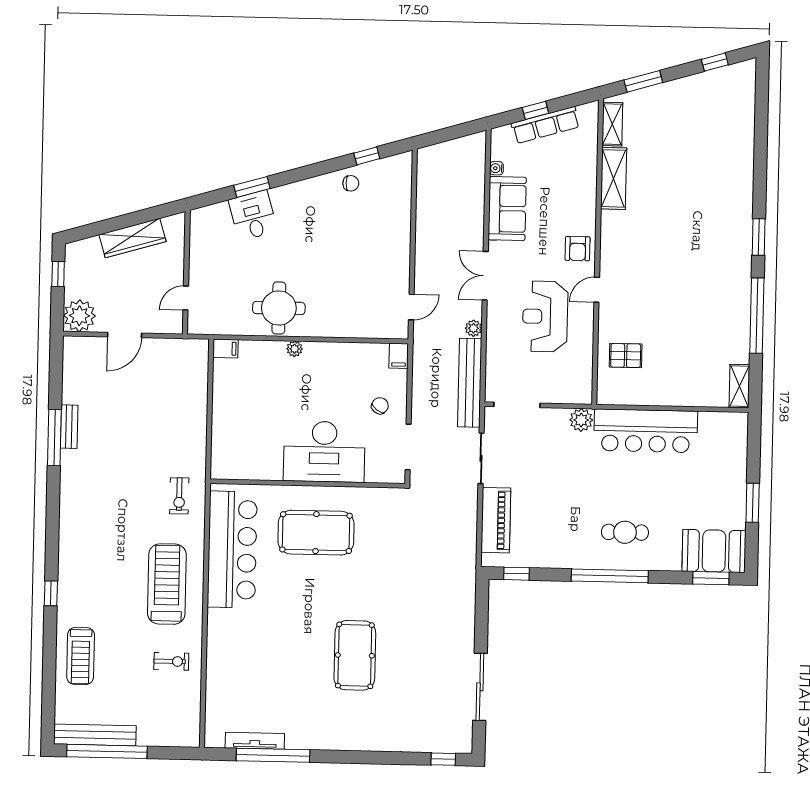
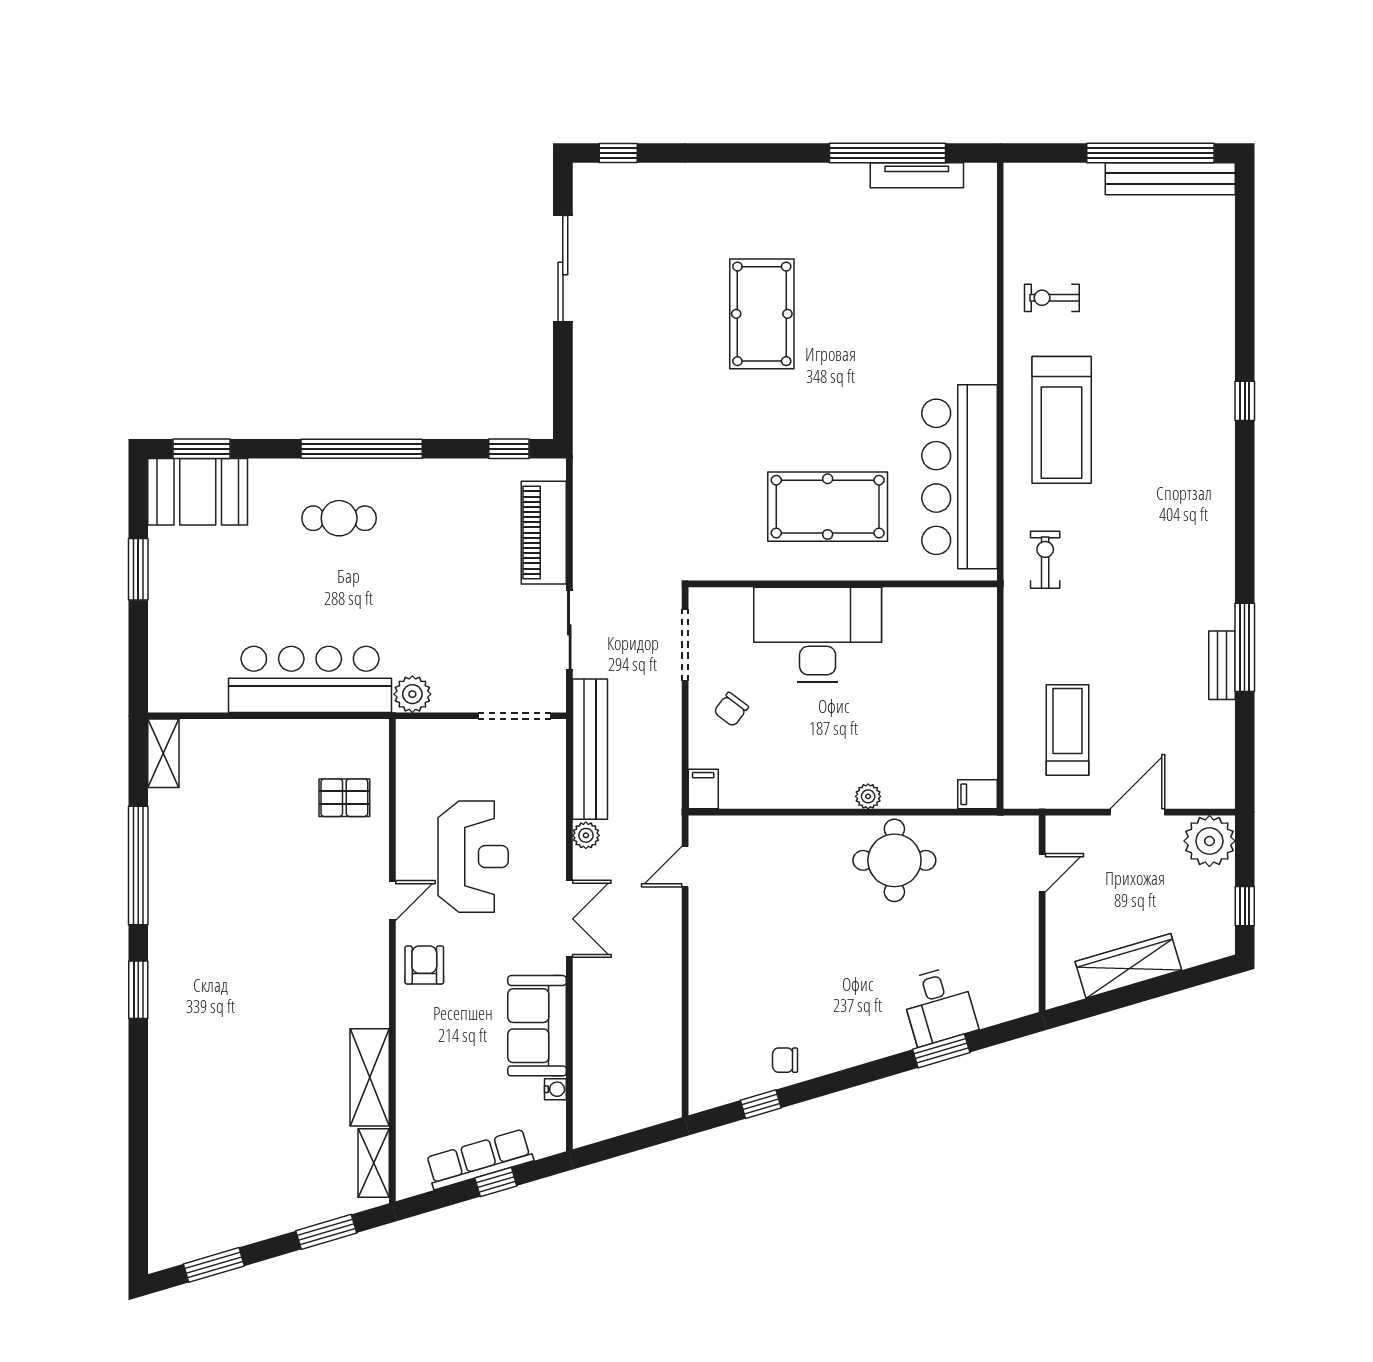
window: (715, 62) -> (214, 1265), width x1.50
treadmill: (81, 656) -> (1068, 730), moved

